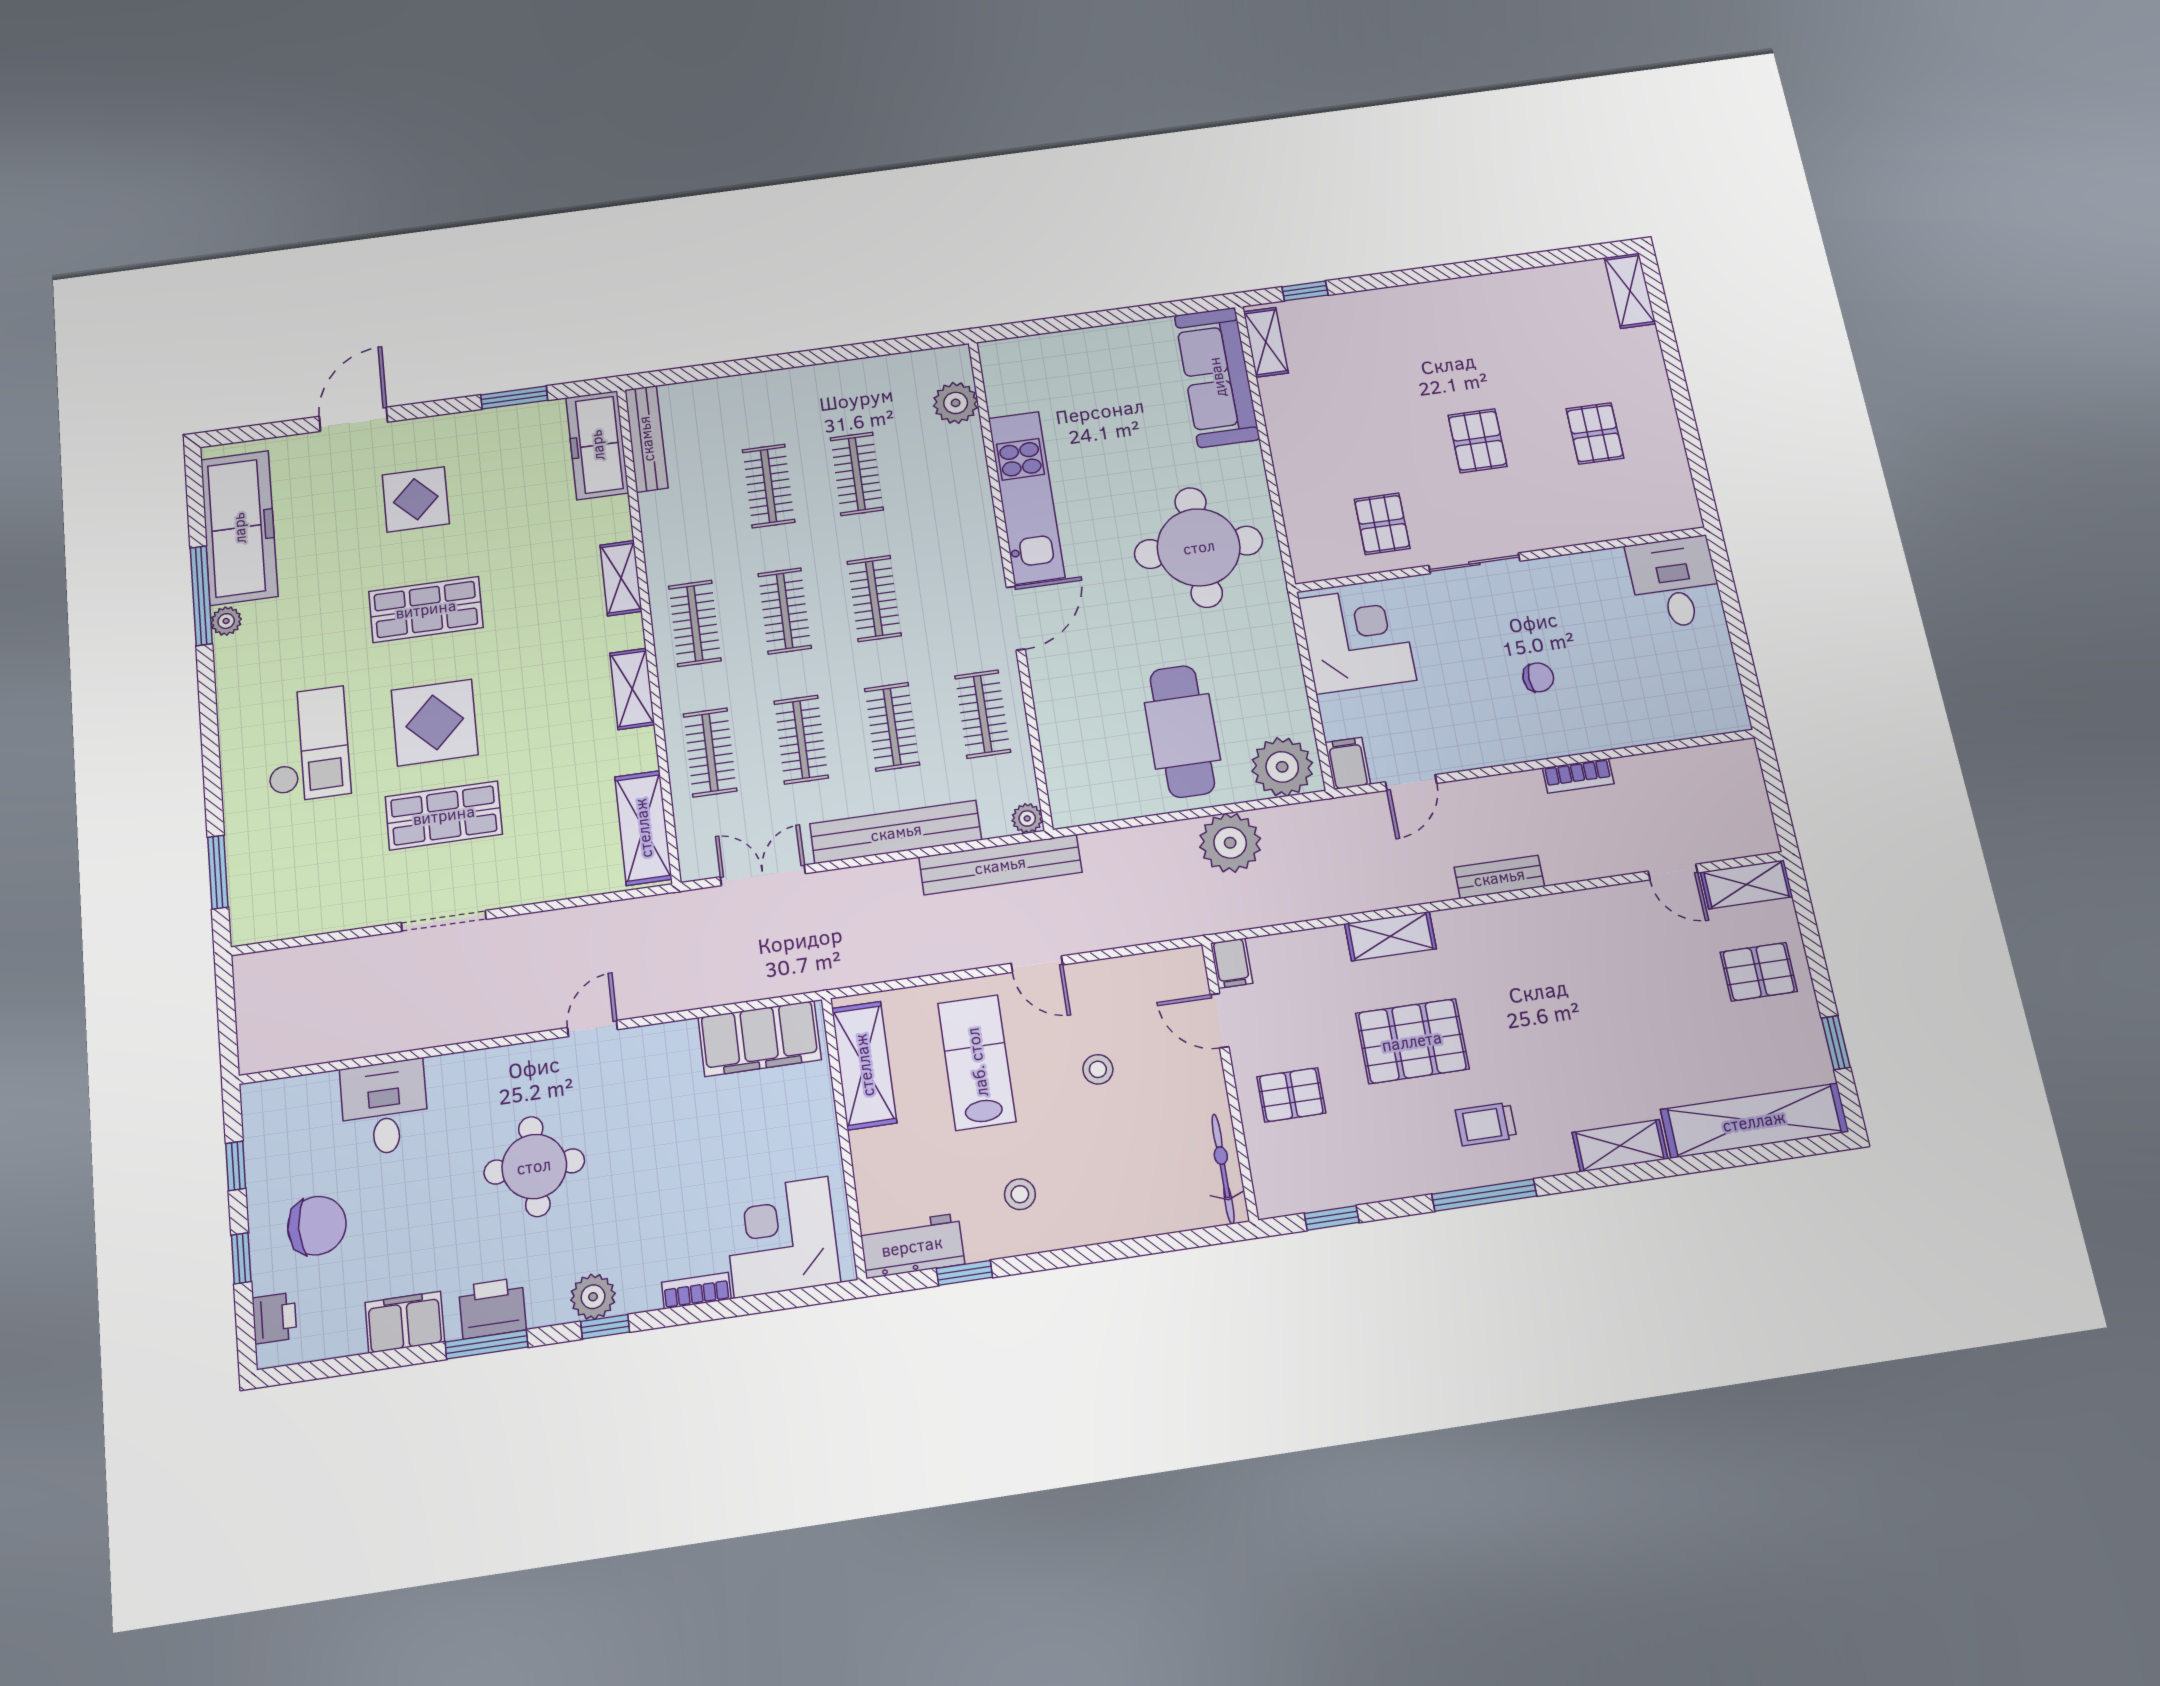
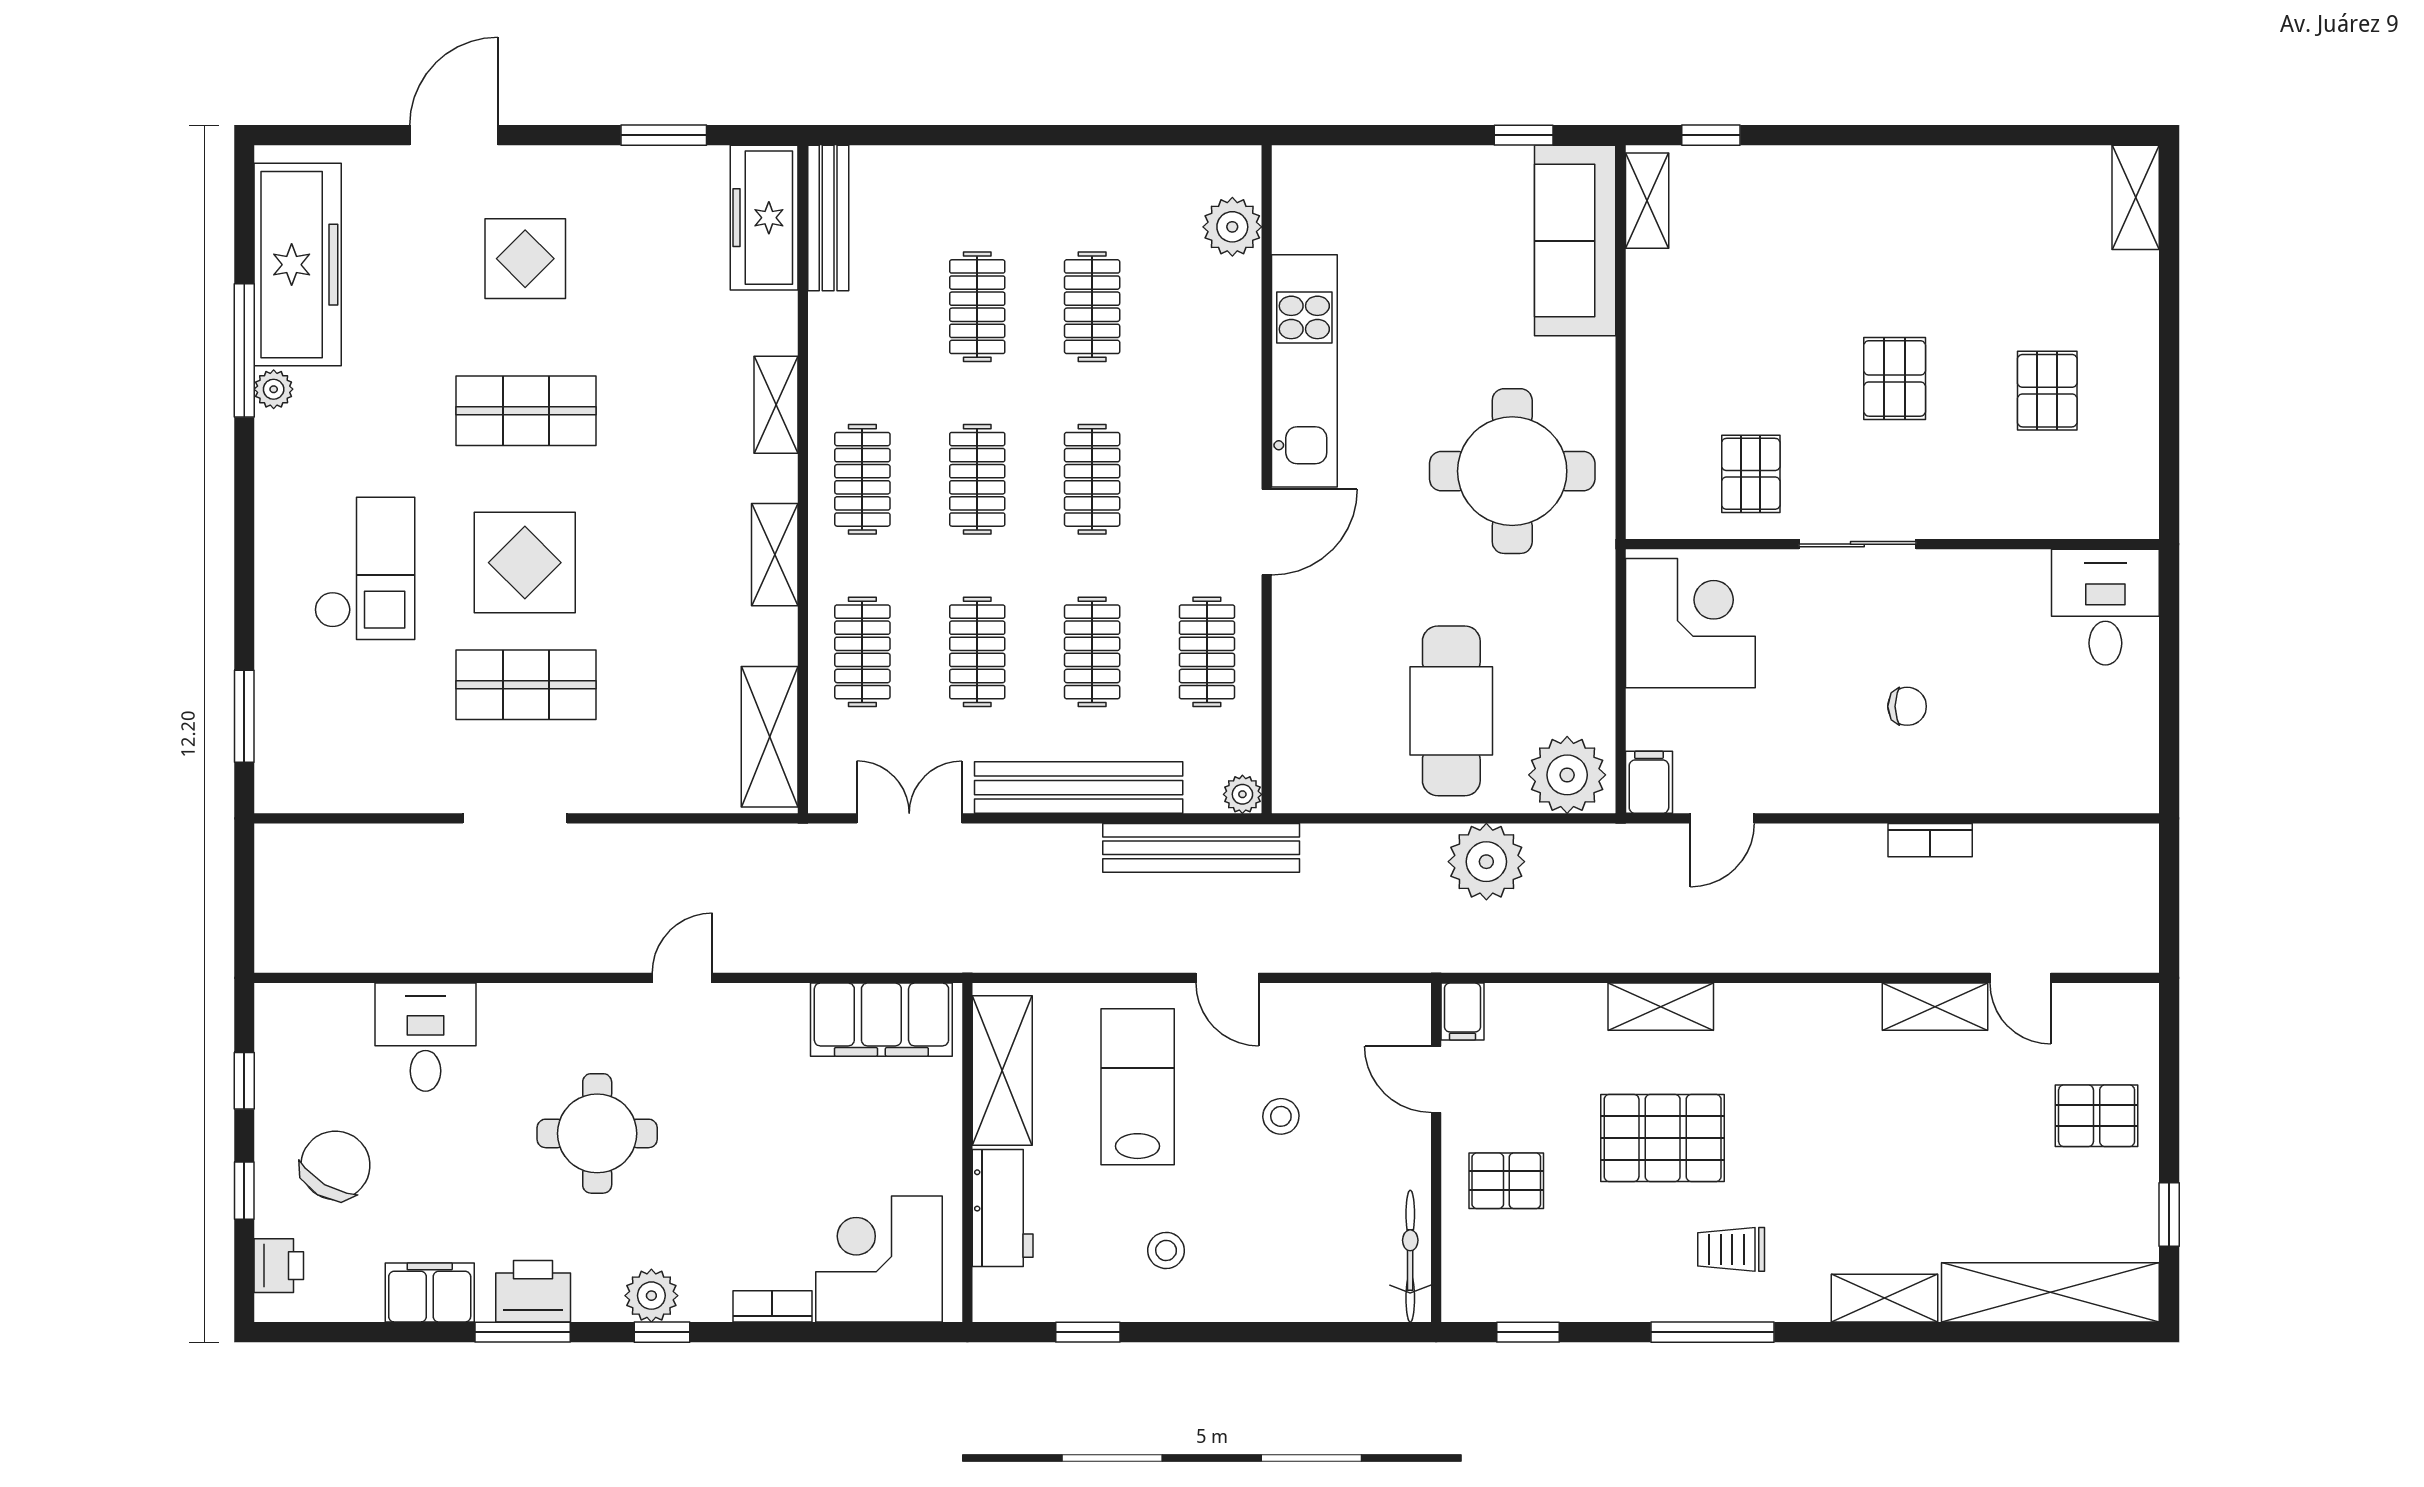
window: (1165, 310) -> (1524, 135), added
bench: (1499, 877) -> (1807, 953), removed
shelving: (1746, 884) -> (1935, 1007), moved
chair: (317, 1226) -> (335, 1165), turned -59
workbench: (912, 1246) -> (1003, 1208), moved, turned 90

